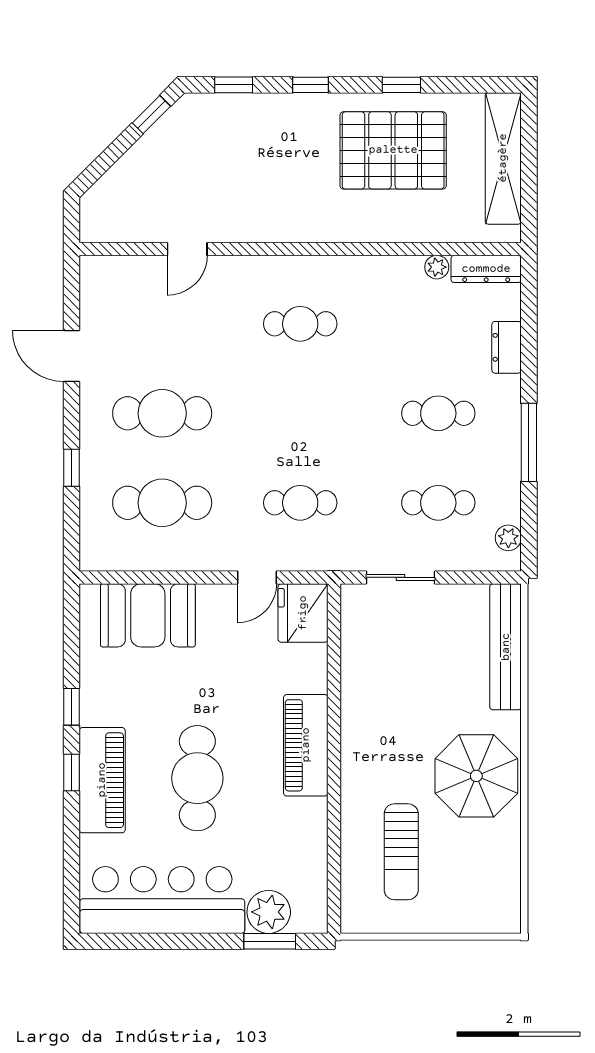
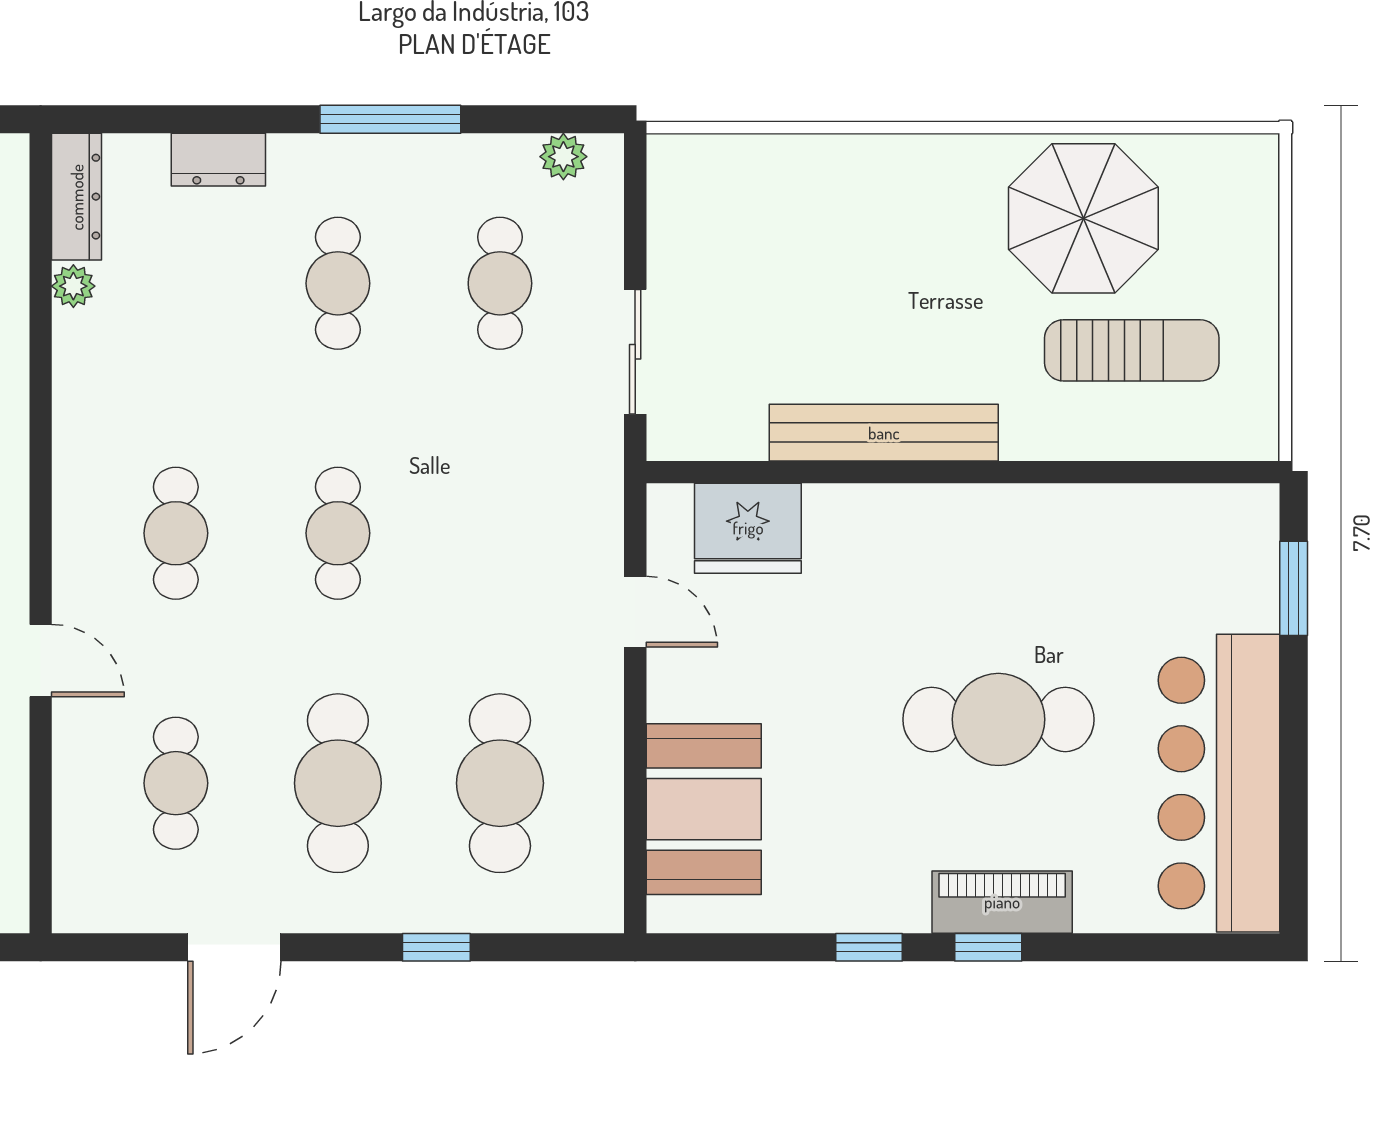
door: (187, 249) -> (41, 661), moved
cafe table: (162, 324) -> (176, 783), added
cafe table: (300, 503) -> (338, 533), moved
fridge: (303, 613) -> (748, 528), moved
bench: (506, 647) -> (884, 433), moved
piano: (306, 745) -> (939, 523), removed
parasol: (476, 776) -> (1083, 218), moved
piano: (102, 780) -> (1002, 902), width x0.73, depth x0.75
plant: (269, 912) -> (1241, 590), removed

